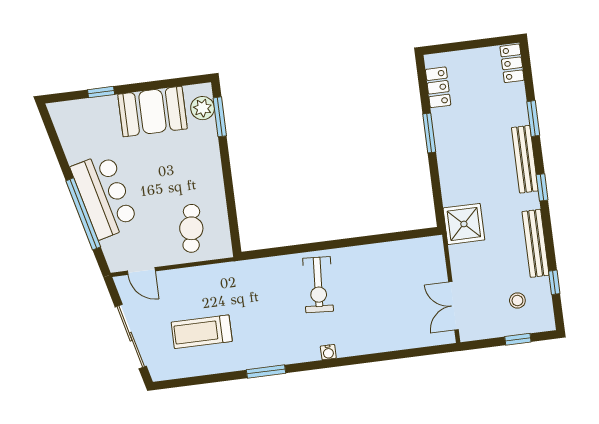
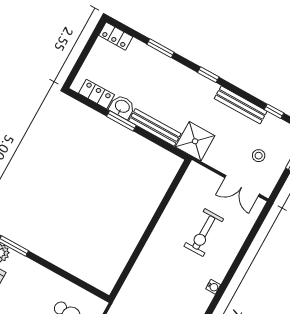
washbasin: (444, 123) -> (122, 107), added
bench: (525, 159) -> (155, 127), moved
exercise bike: (318, 285) -> (204, 233), moved, turned 86
stool: (517, 301) -> (259, 156), moved

